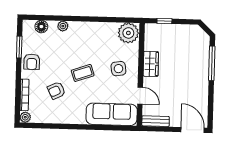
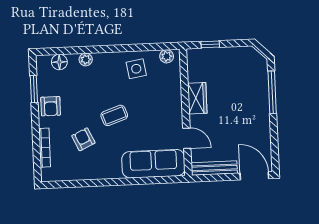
plant: (128, 33) -> (167, 56), width x0.53, depth x0.53
side table: (118, 69) -> (136, 69), moved
armchair: (56, 90) -> (83, 139), turned 91
plant: (25, 117) -> (47, 175), removed
bench: (156, 121) -> (214, 168), width x1.36

